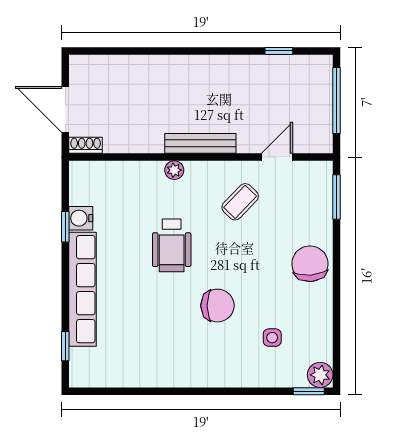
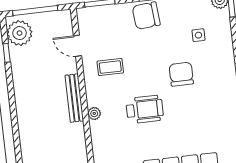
plant: (306, 74) -> (20, 33), added
coffee table: (240, 202) -> (110, 67), turned -44

